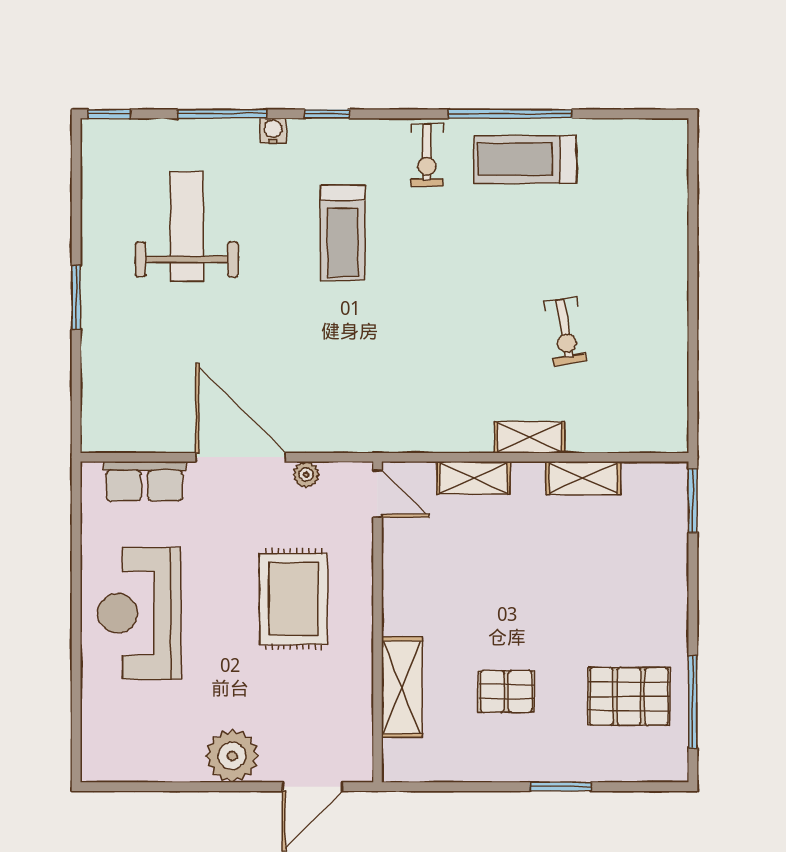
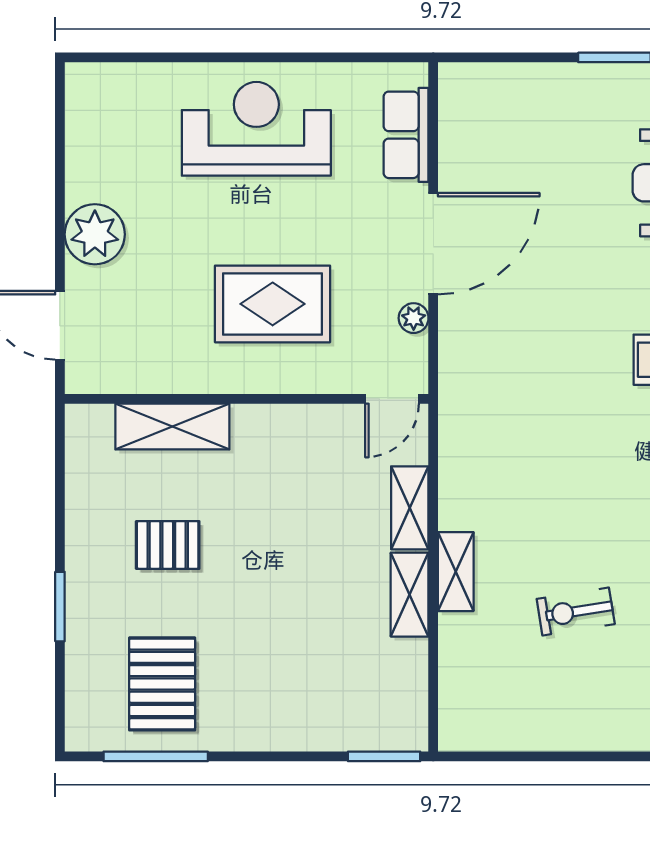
shelving: (583, 478) -> (410, 595), moved
pallet: (506, 691) -> (168, 545), turned 90

